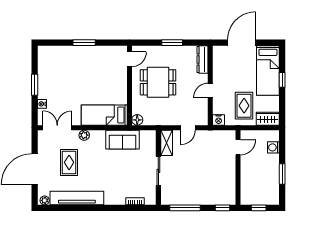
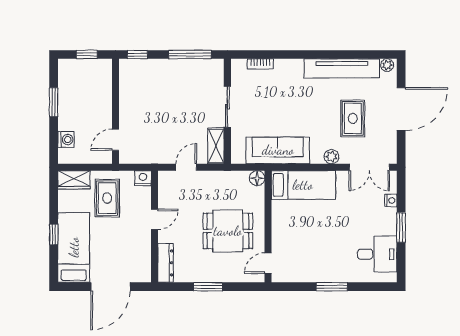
desk: (52, 66) -> (377, 254), added
sofa: (123, 140) -> (278, 150), width x1.36

